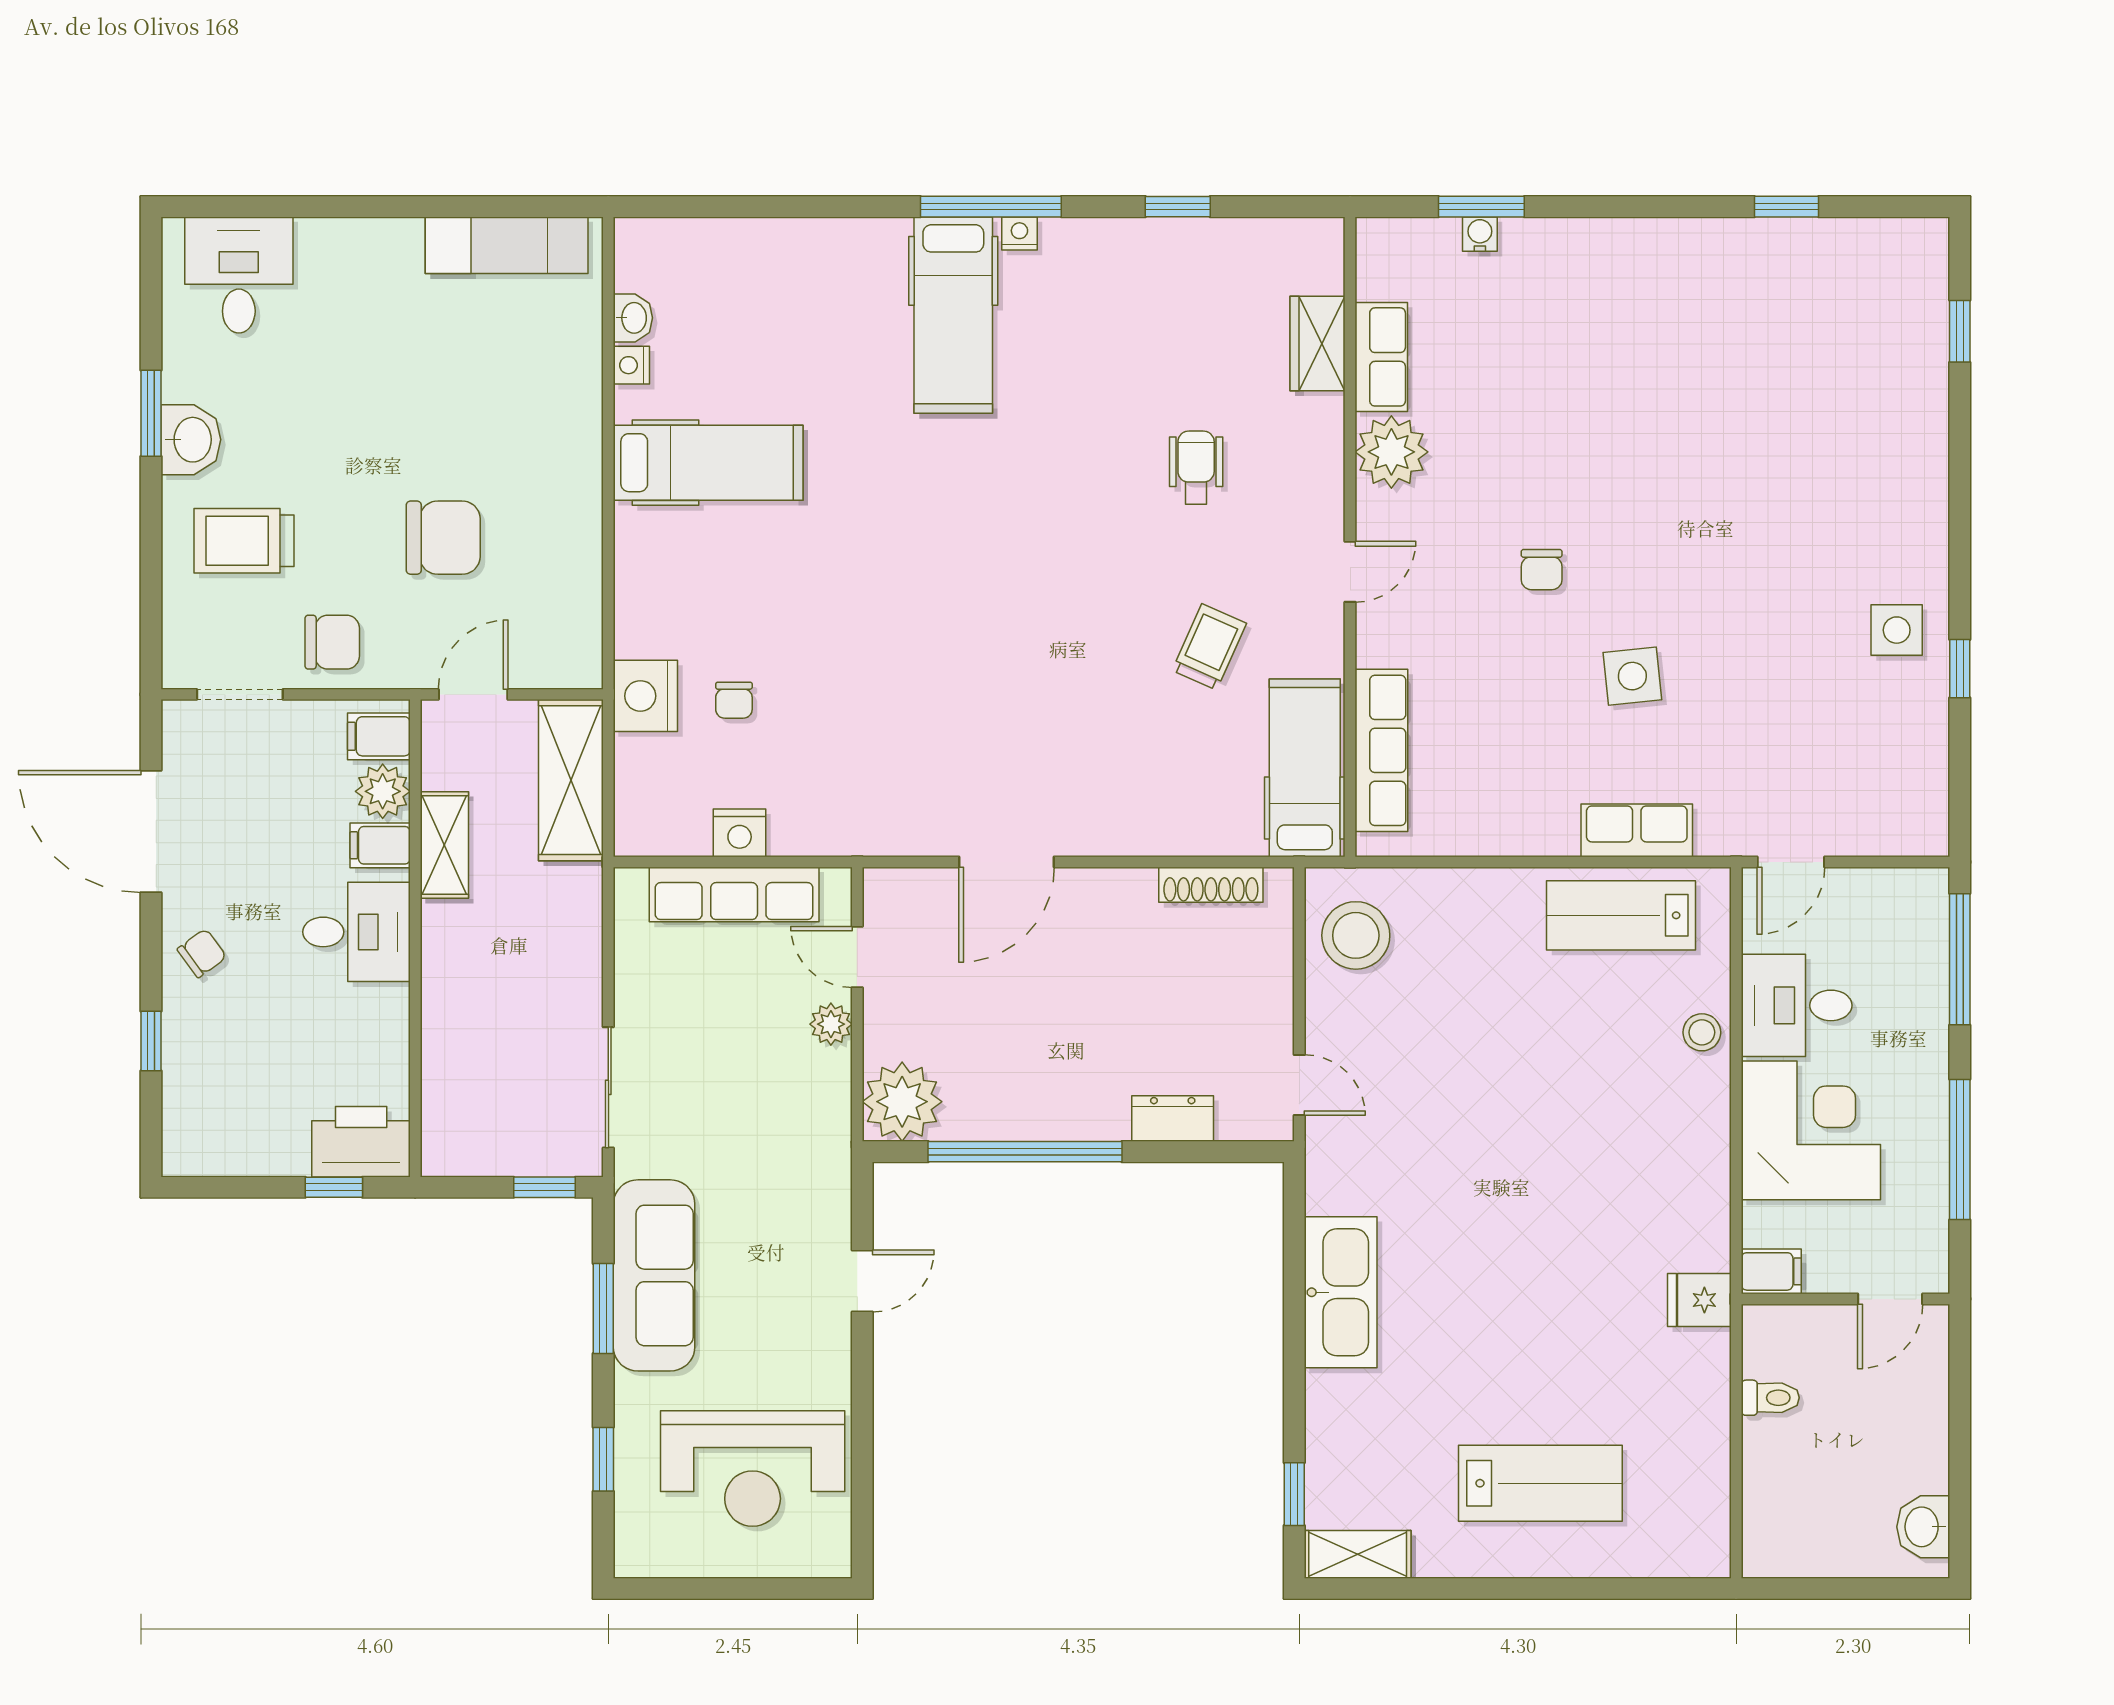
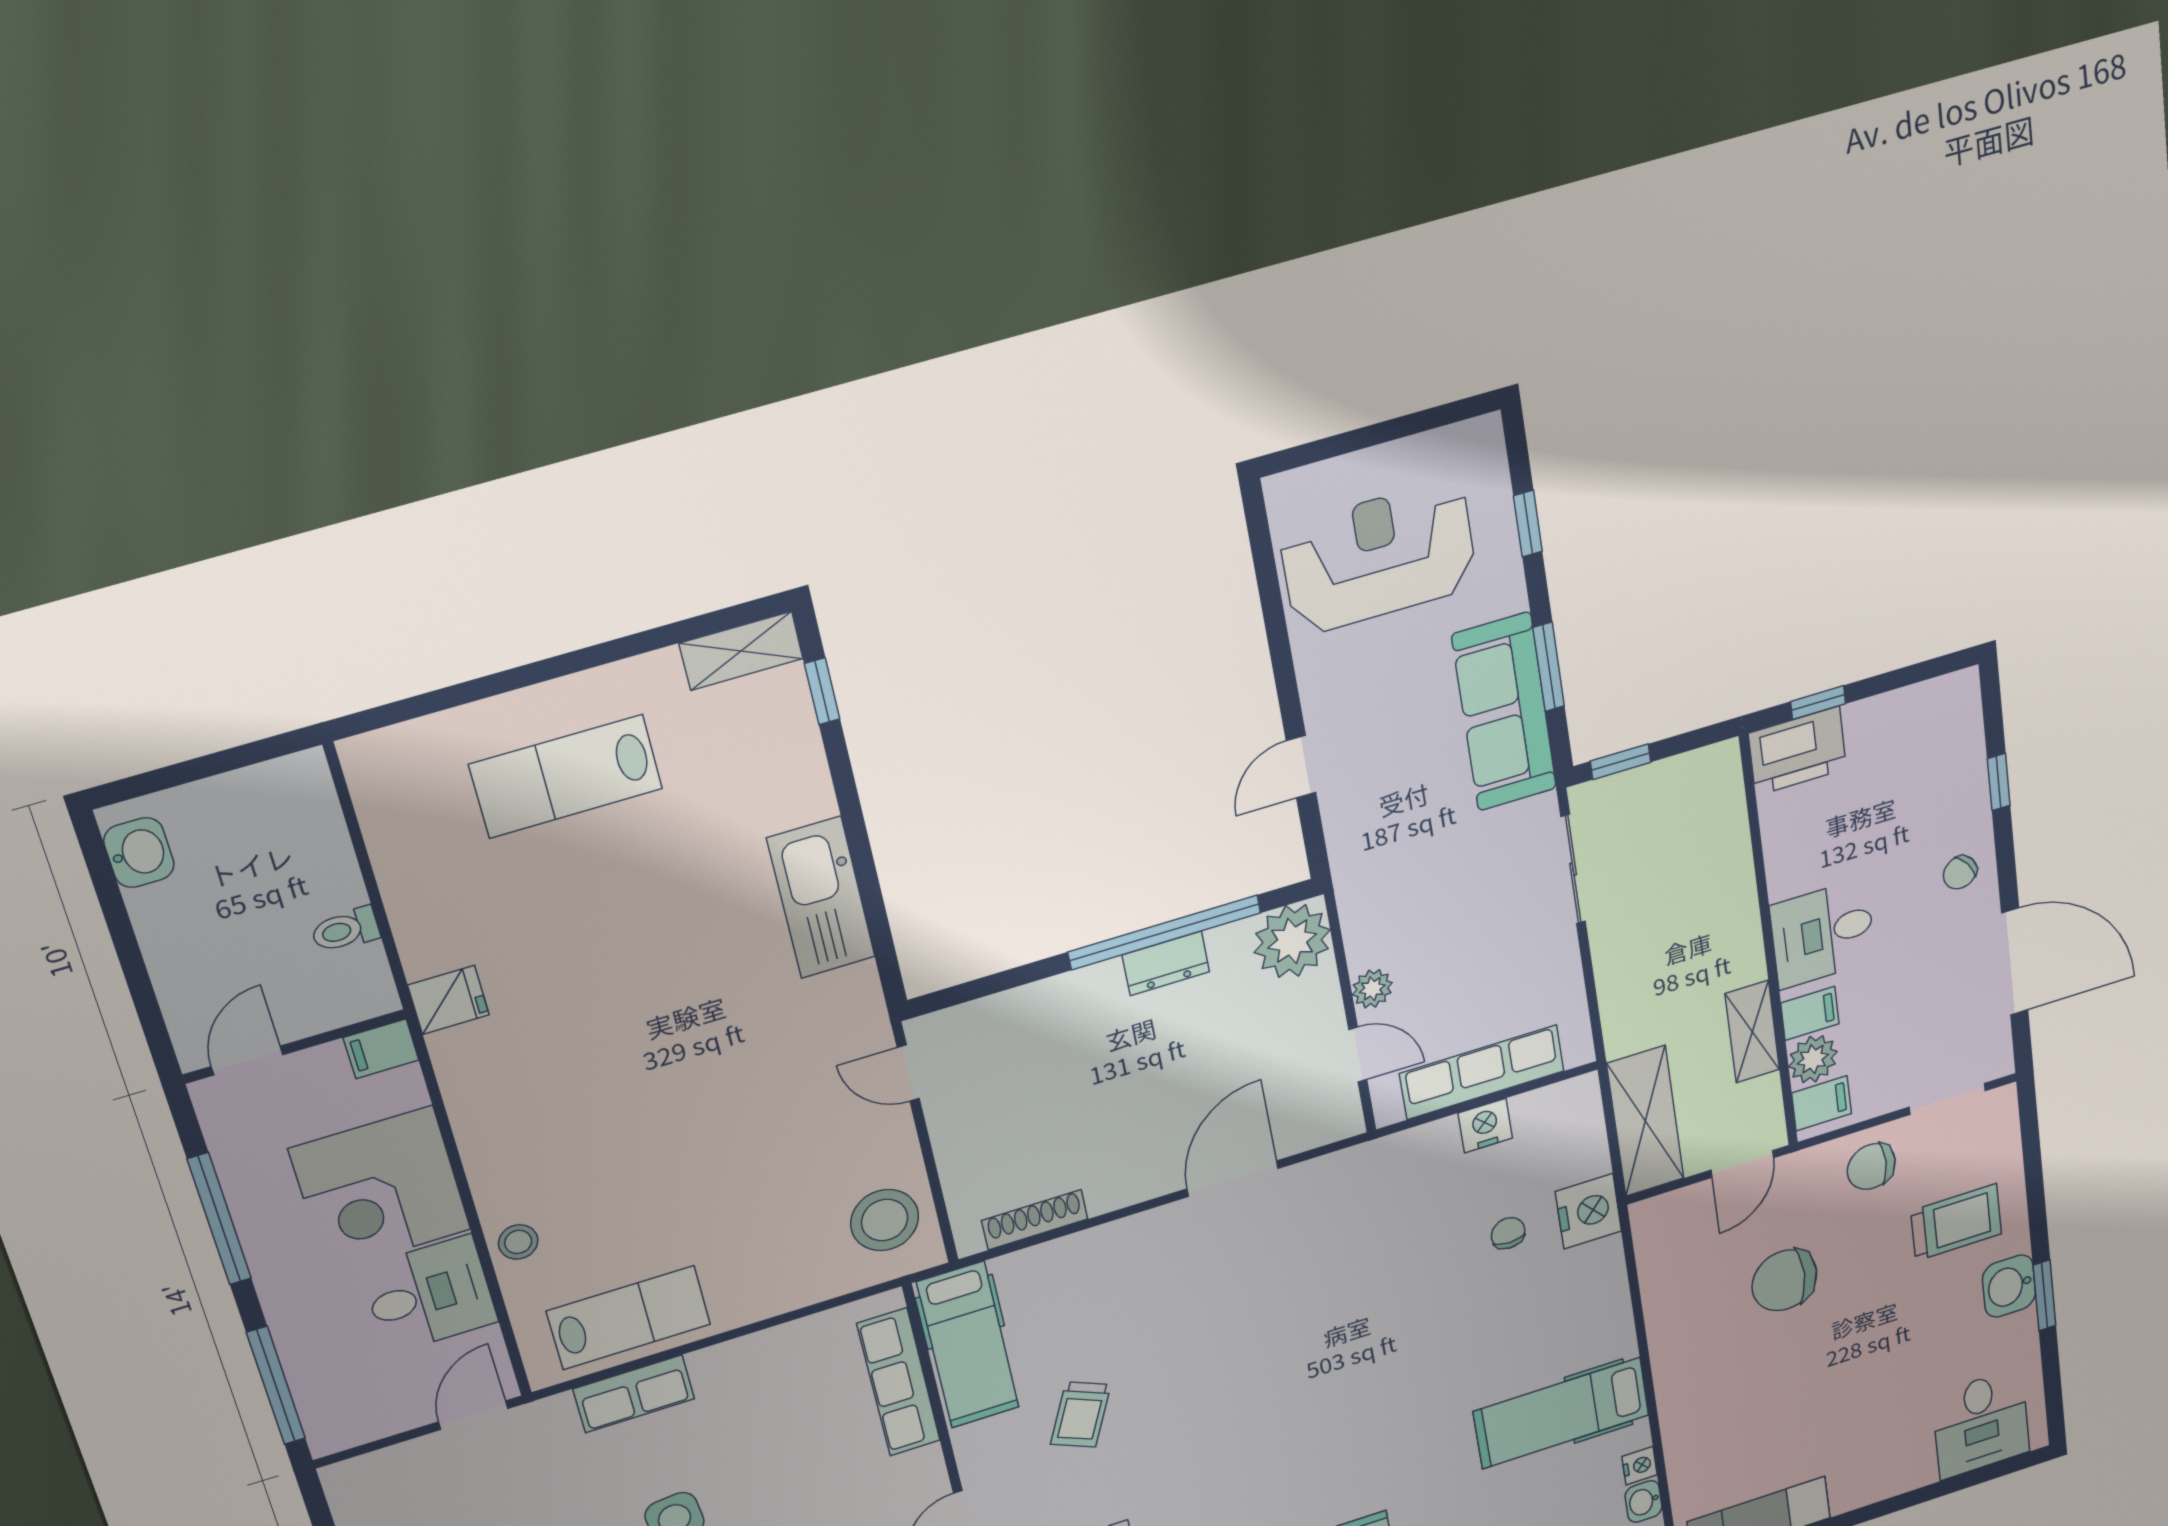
dresser: (1173, 1118) -> (1166, 963), moved

